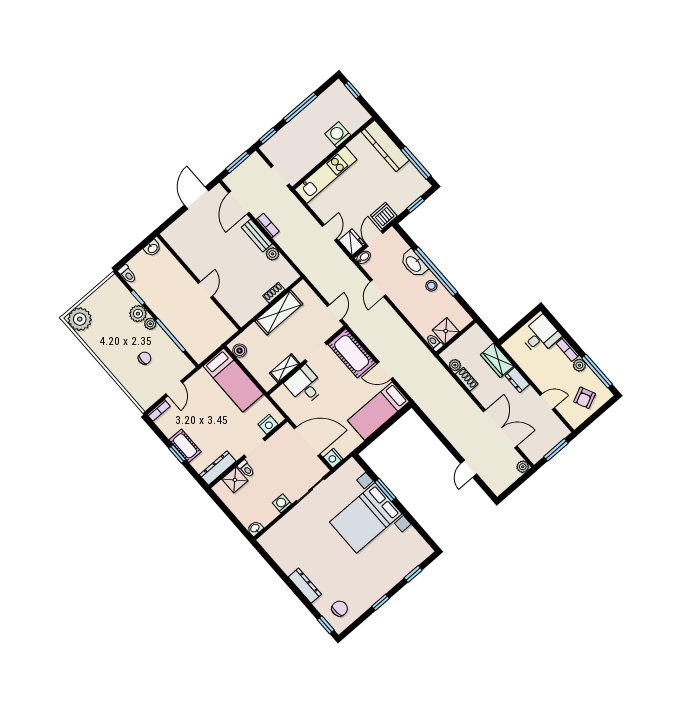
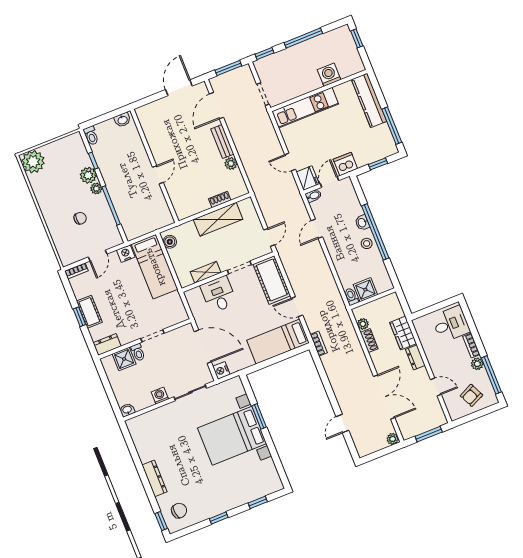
bookcase: (268, 225) -> (319, 344), moved
door: (329, 232) -> (290, 162), swing flipped
washbasin: (414, 264) -> (362, 223), width x0.52, depth x0.69
nightstand: (268, 424) -> (126, 254), moved, turned 180
dresser: (218, 468) -> (107, 344), width x0.70

